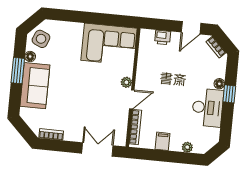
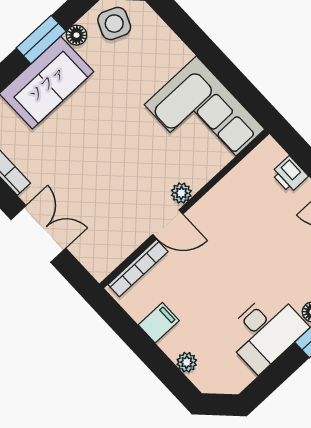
double door: (97, 149) -> (38, 234), moved

